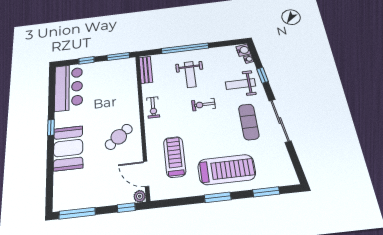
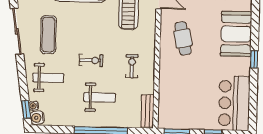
weight bench: (190, 74) -> (100, 97), turned 90
window: (262, 75) -> (26, 109), moved
exercise bike: (153, 107) -> (132, 66), moved
cafe table: (119, 137) -> (183, 38), turned -63

